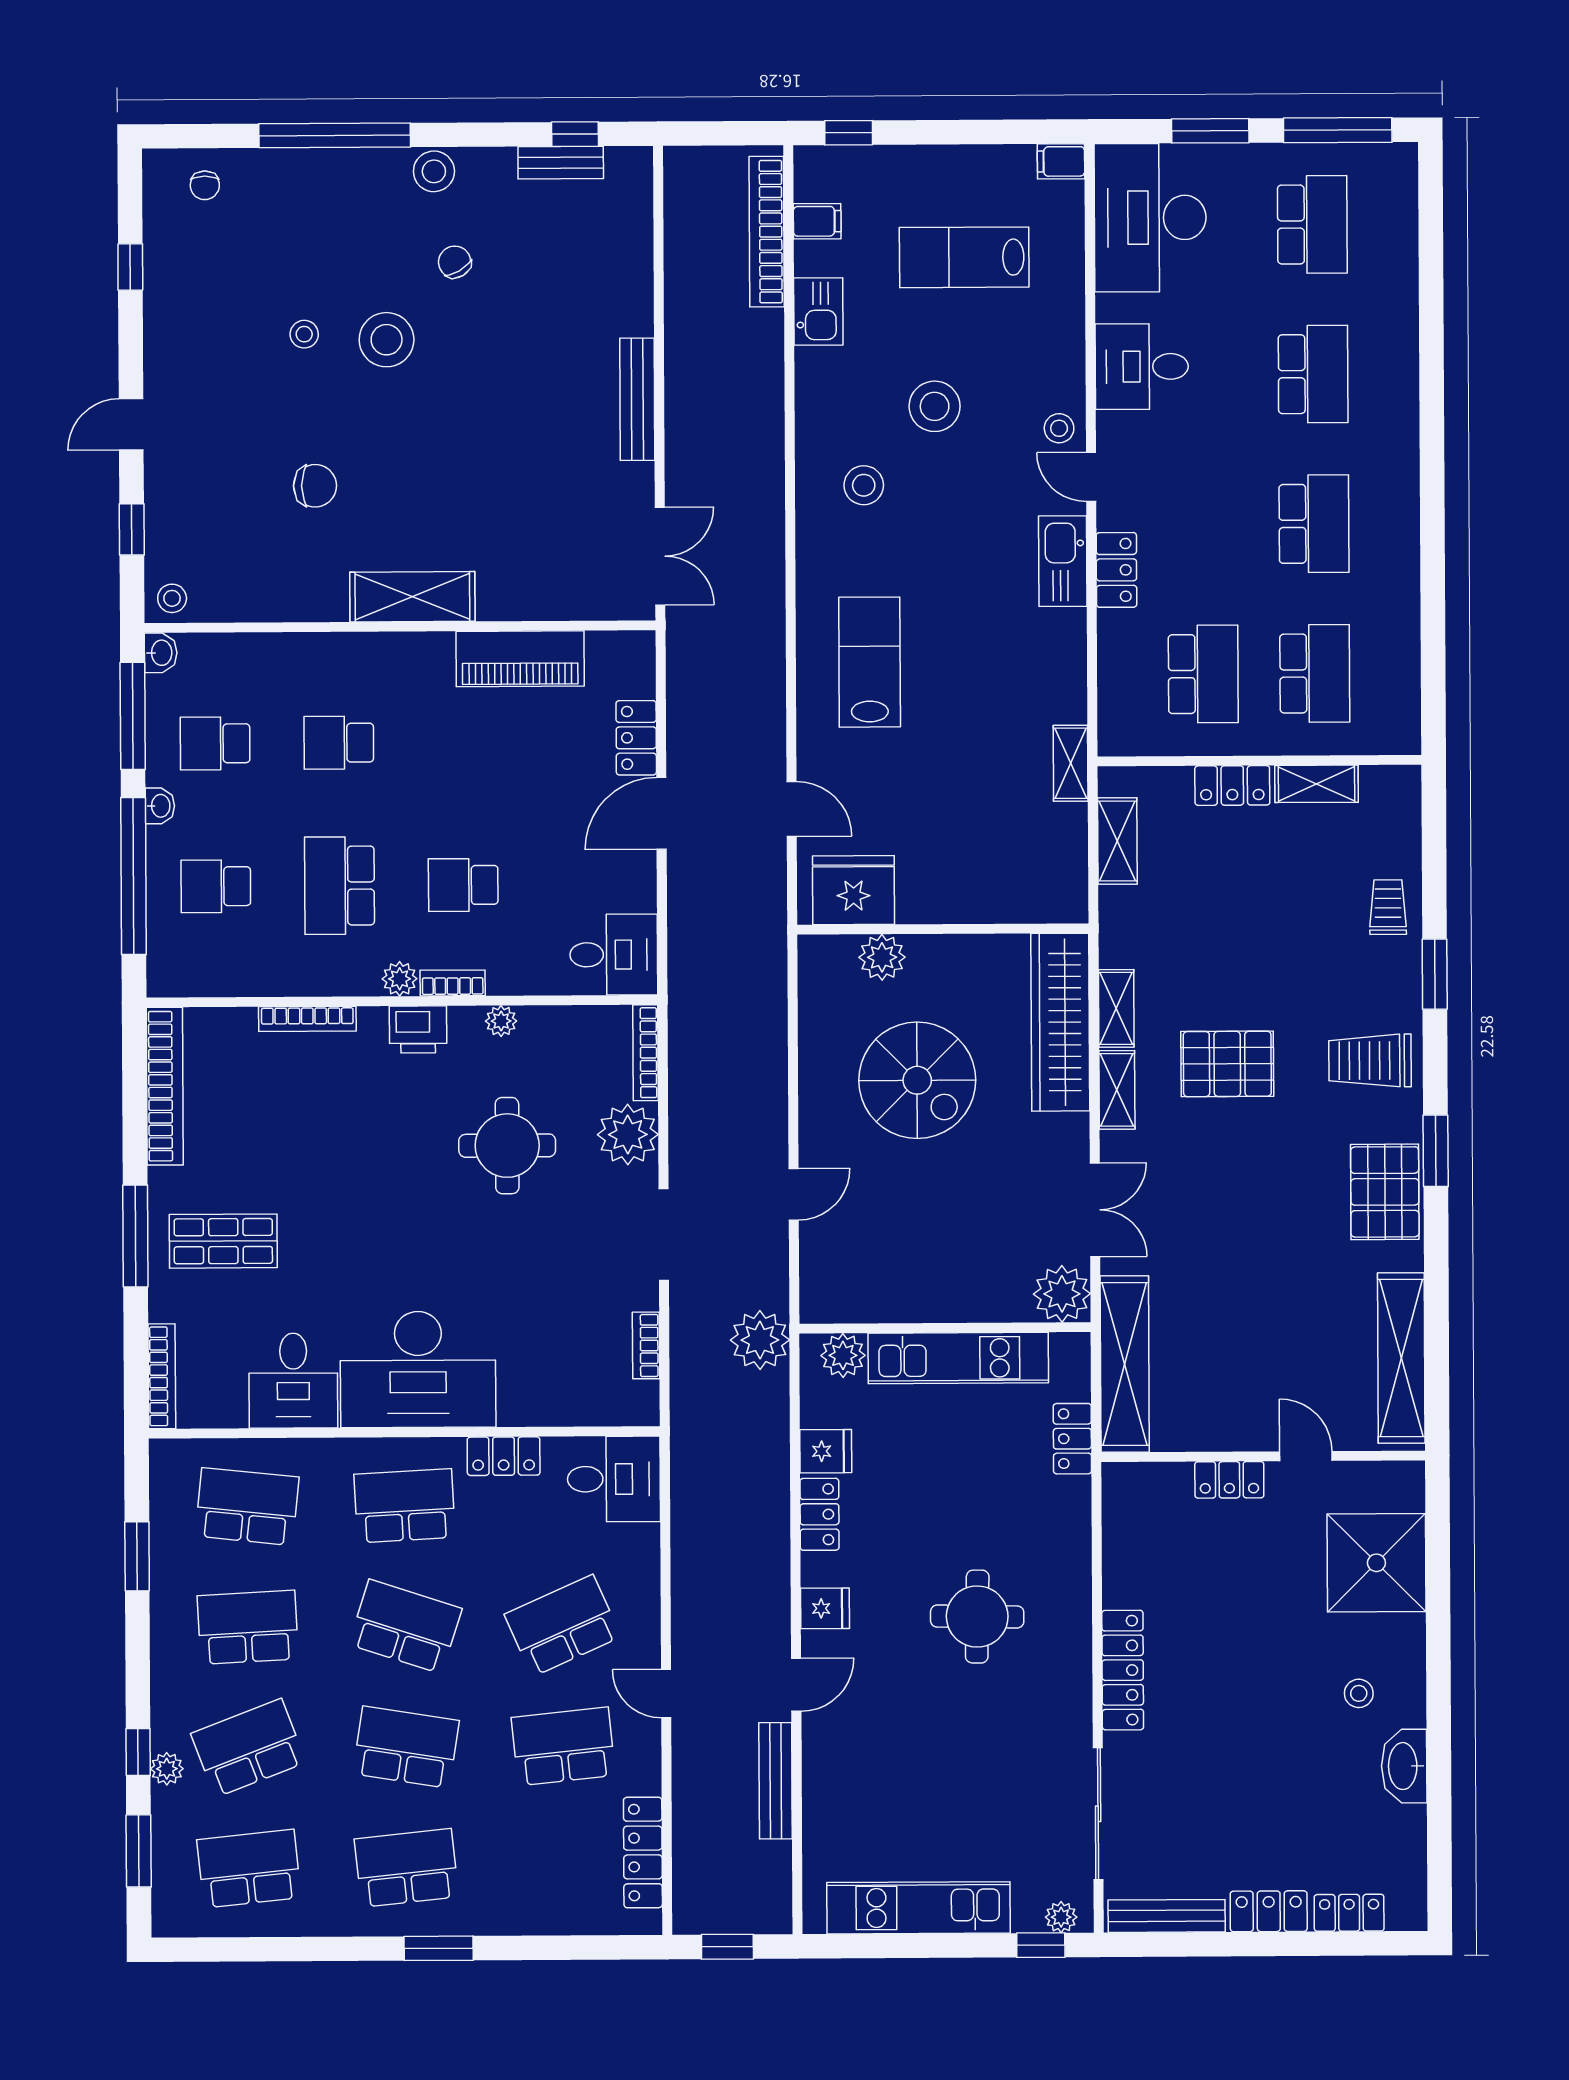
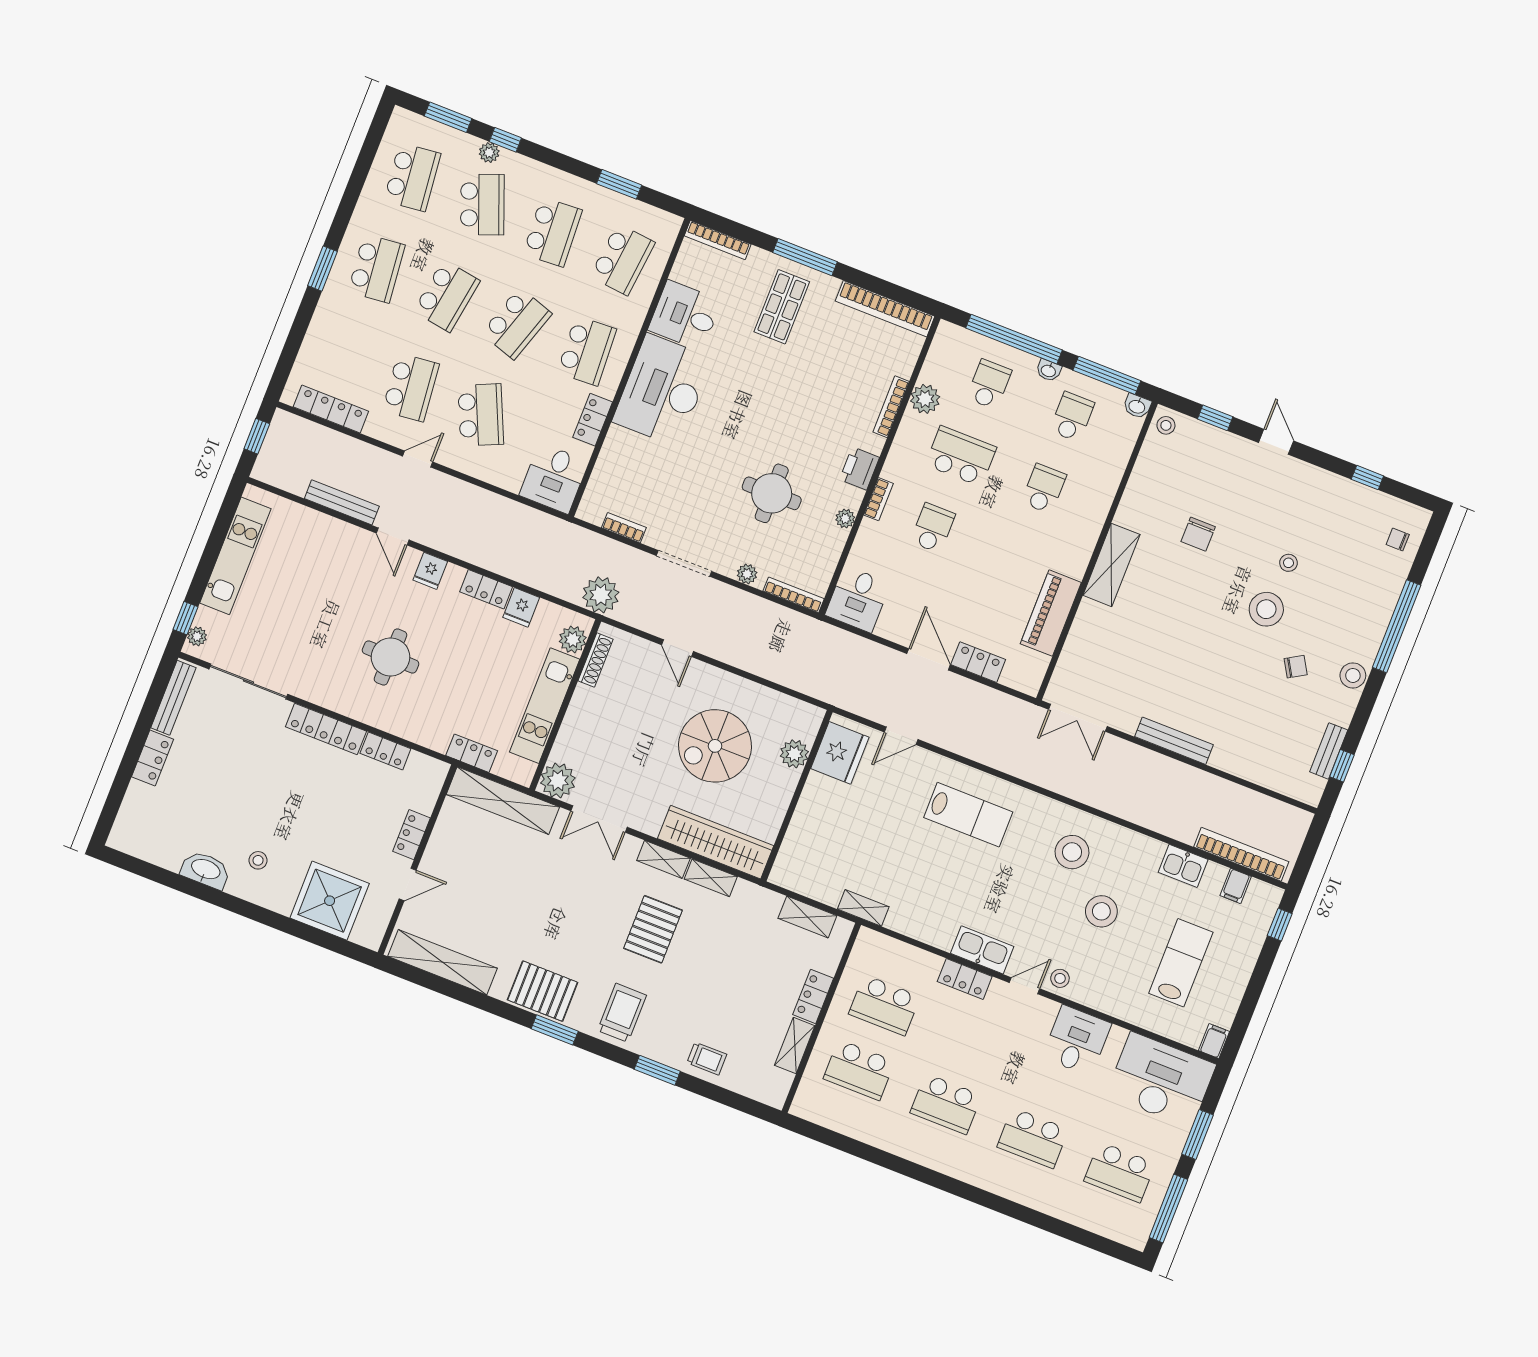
stool: (864, 485) -> (1072, 852), width x1.38, depth x1.38
plant: (400, 979) -> (925, 399), moved, width x1.38, depth x1.38
plant: (628, 1135) -> (747, 574), width x0.53, depth x0.53
shoe rack: (860, 1309) -> (596, 660), added
locker: (1349, 1913) -> (385, 751), moved, turned 90

